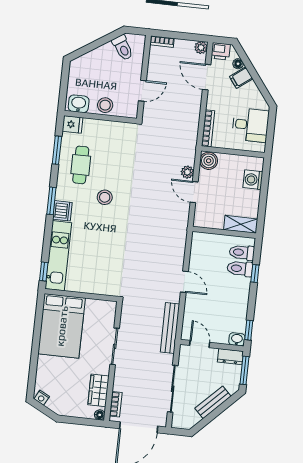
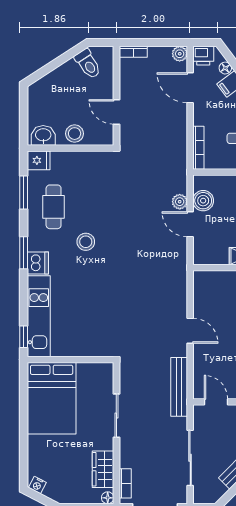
door: (142, 91) -> (116, 112), swing flipped
boiler: (209, 161) -> (203, 201), moved

